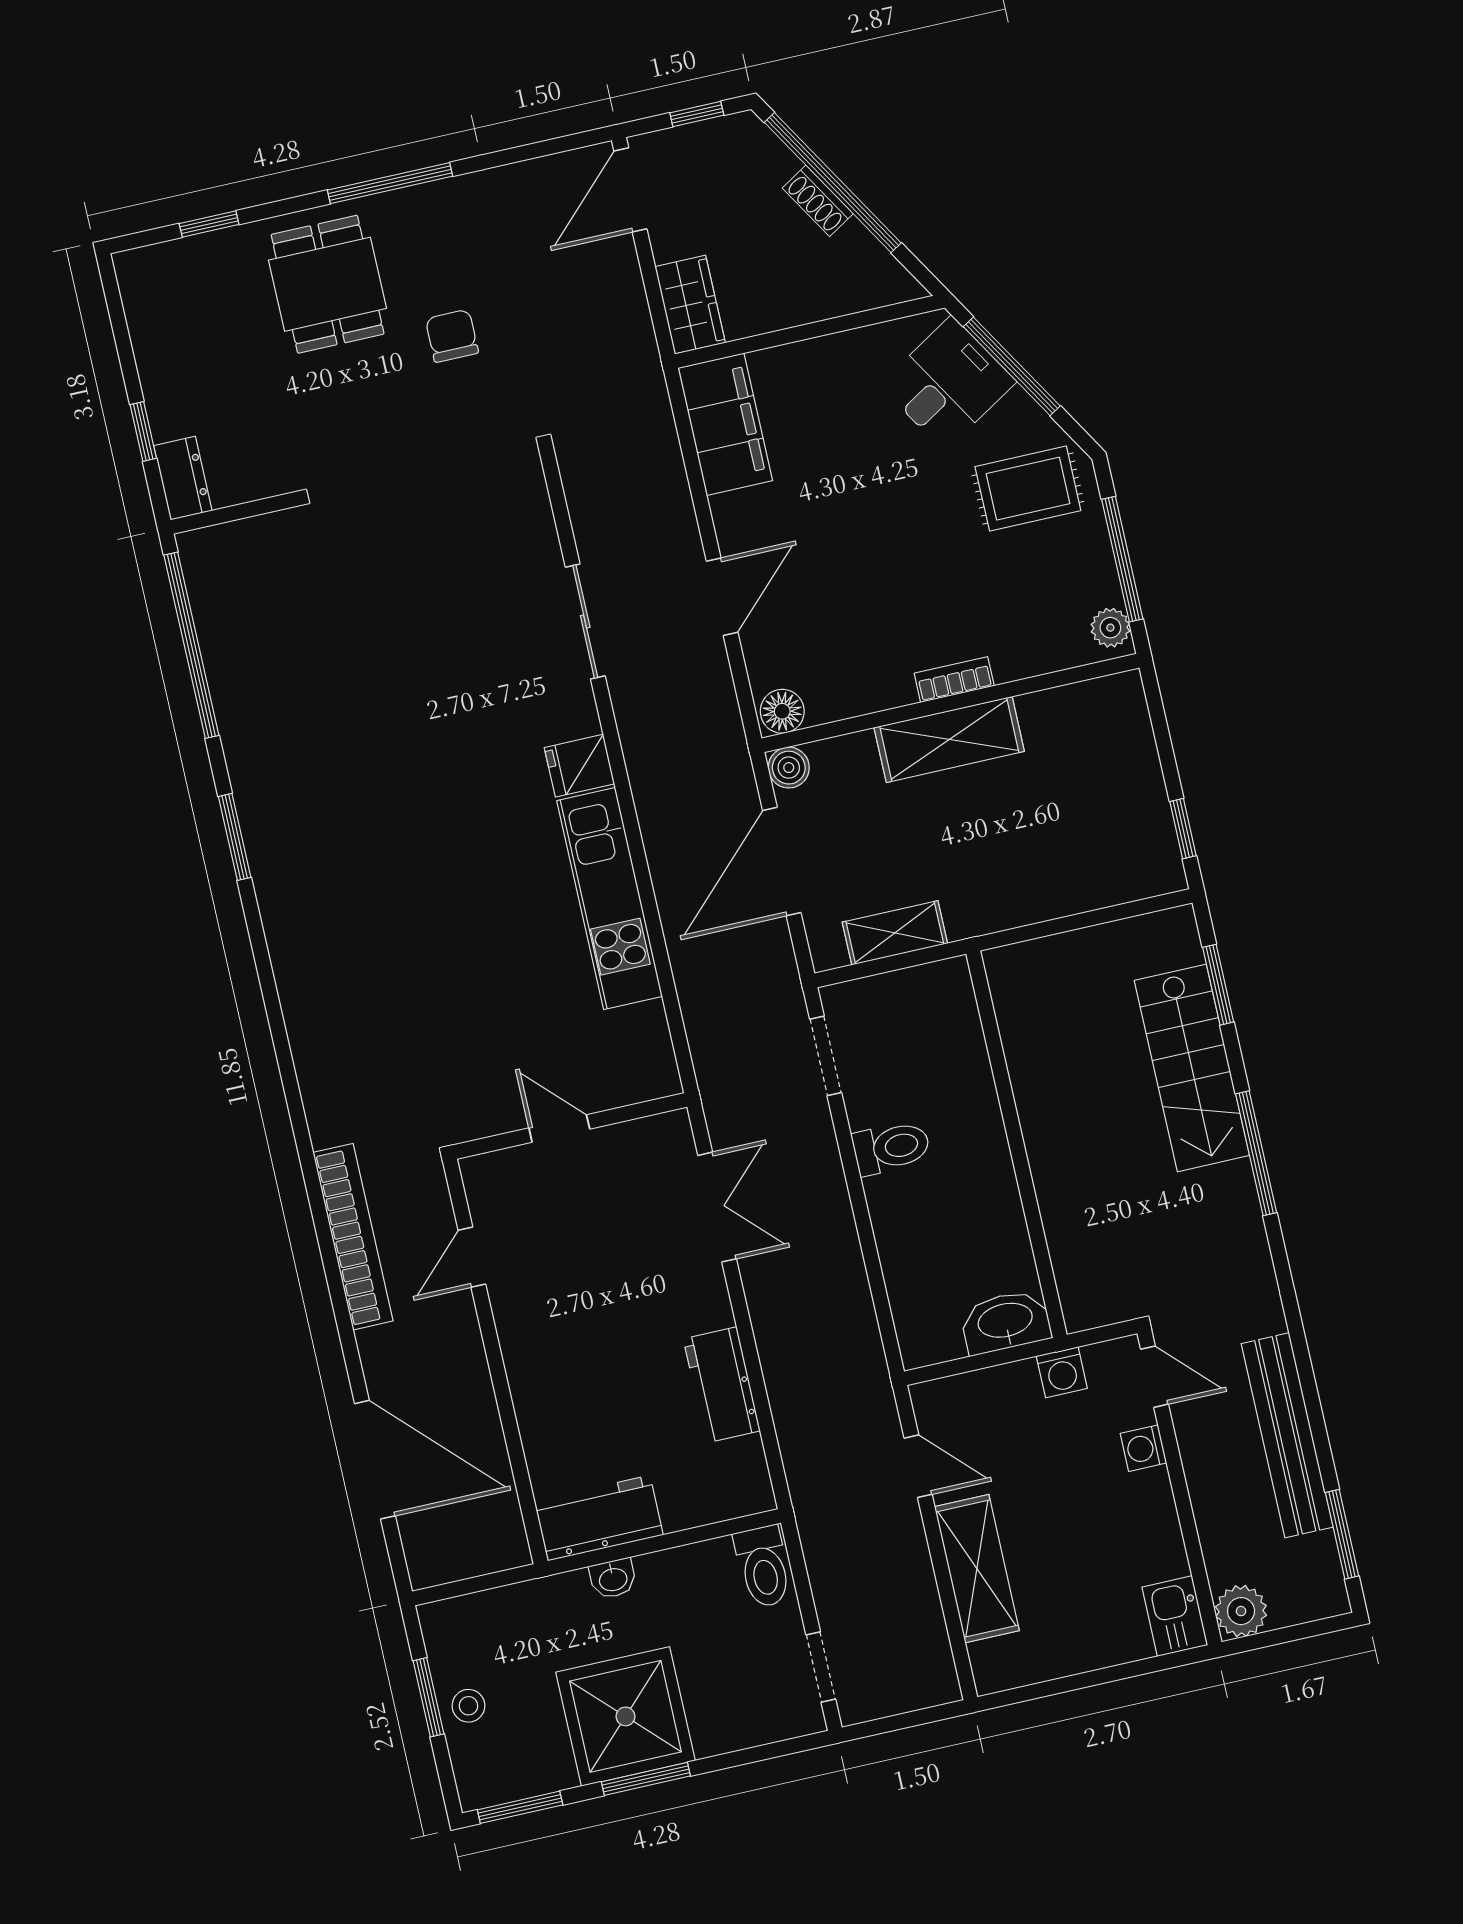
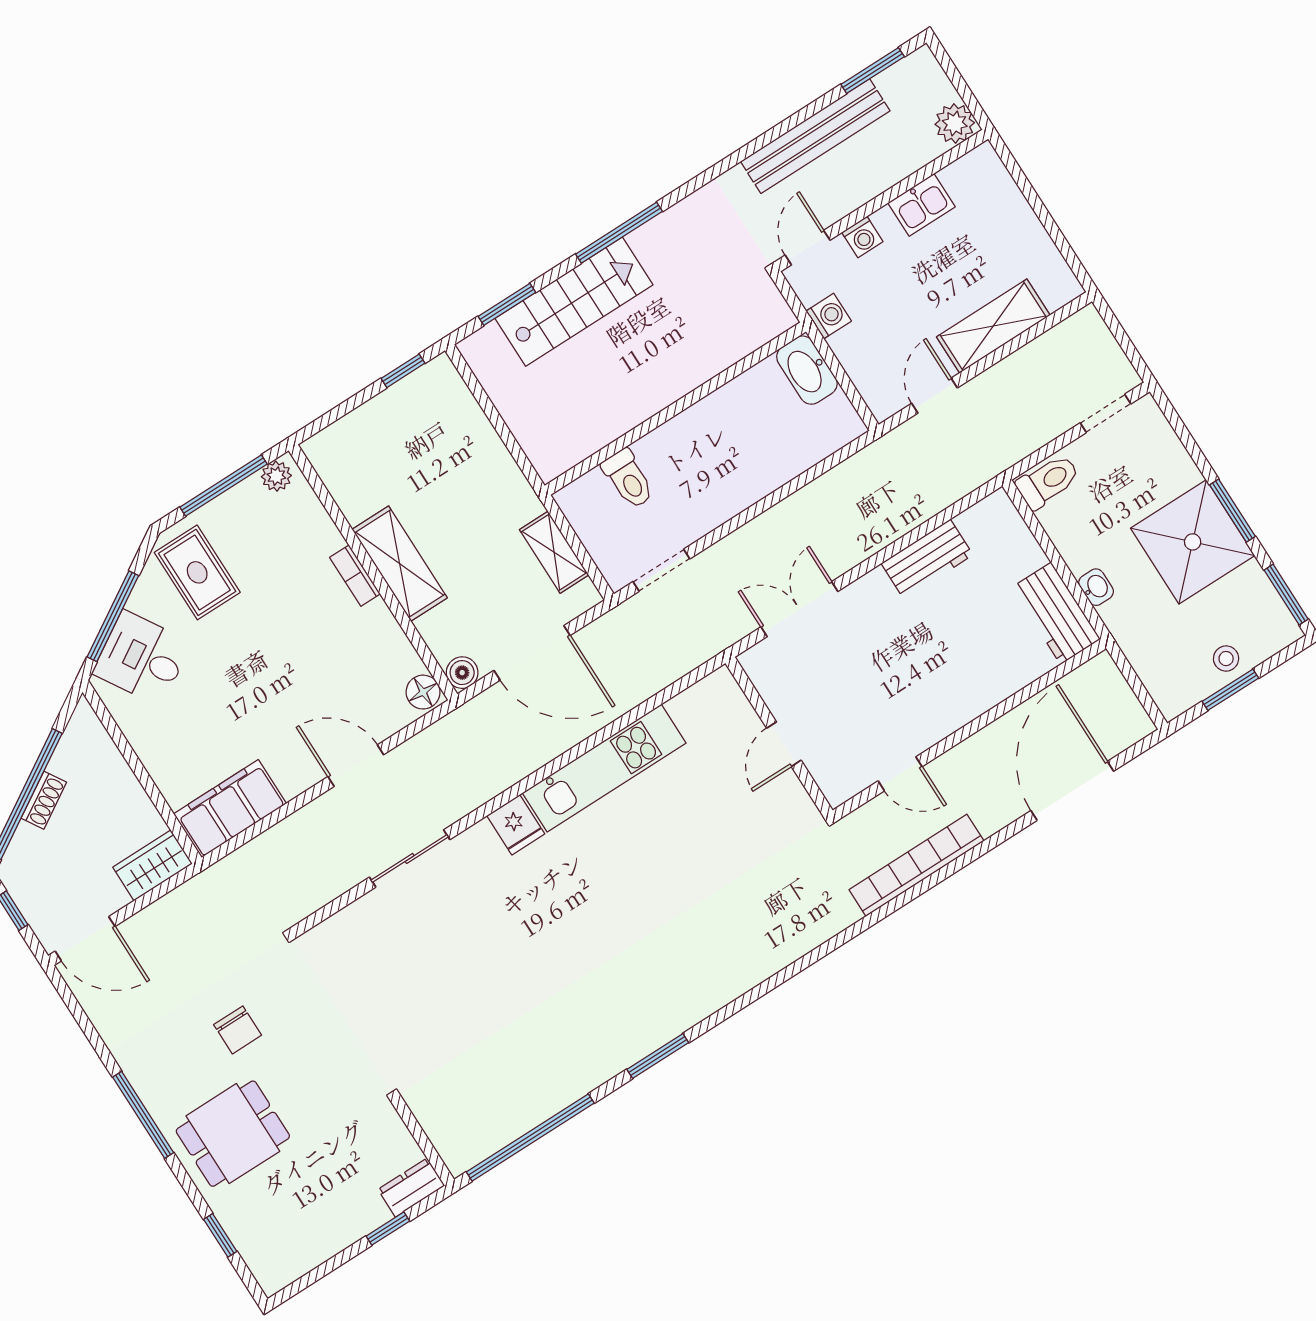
chair: (452, 336) -> (238, 1030), turned -90
toilet: (891, 1148) -> (628, 479), moved, turned 180
kitchen sink: (1175, 1616) -> (922, 205), moved

